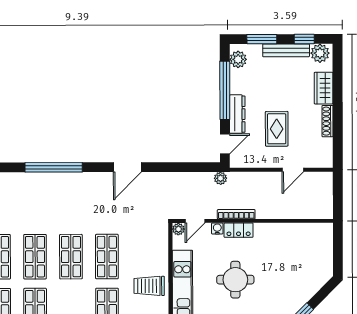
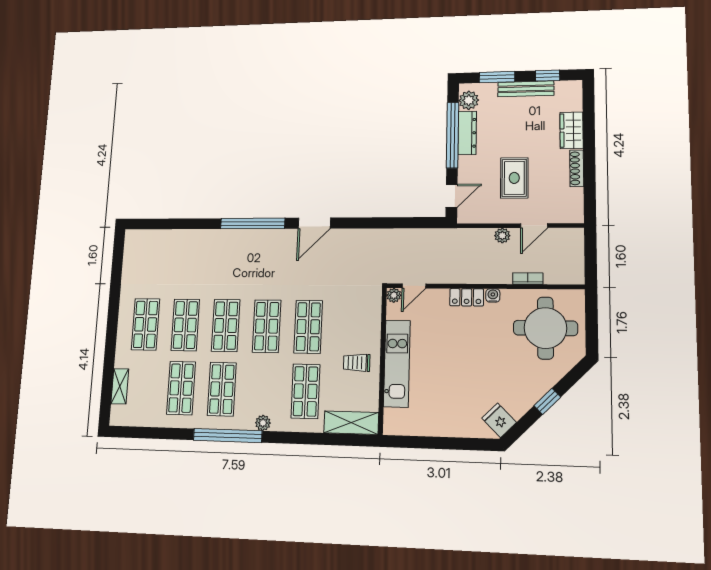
plant: (320, 53) -> (567, 91), removed
dresser: (237, 114) -> (467, 133), moved
door: (127, 167) -> (314, 223), moved
plant: (220, 178) -> (502, 236), moved
bookcase: (236, 214) -> (528, 279), moved, width x0.64
water cooler: (217, 229) -> (493, 295), moved
round table: (235, 280) -> (545, 328), moved, width x1.36, depth x1.36
trolley: (149, 286) -> (357, 363), width x0.73, depth x0.72

